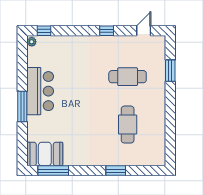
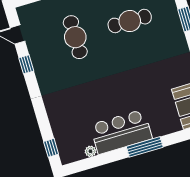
window: (107, 31) -> (26, 64), moved
plant: (32, 42) -> (90, 151), moved

